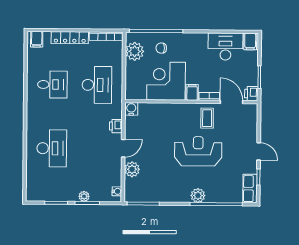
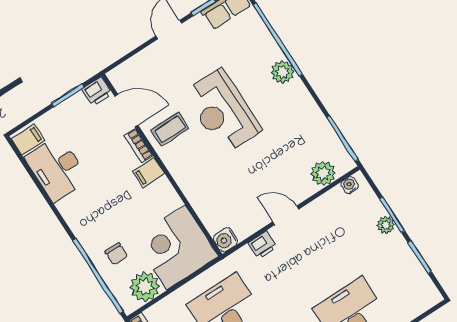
corner desk: (166, 81) -> (176, 247), moved, turned 90
door: (231, 102) -> (126, 111), swing flipped
plant: (132, 169) -> (323, 173), moved

